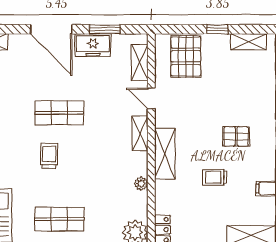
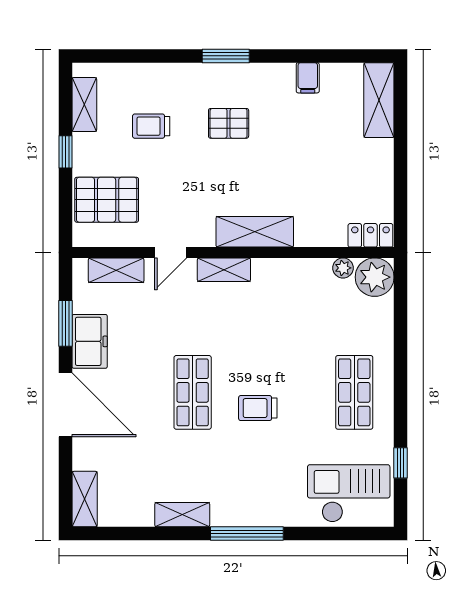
door: (51, 29) -> (65, 405), hinge flipped
pallet: (236, 136) -> (229, 123), turned 90
trolley: (215, 177) -> (151, 126), moved, turned 90
plant: (141, 183) -> (343, 268), moved

